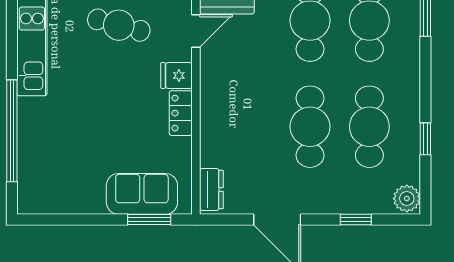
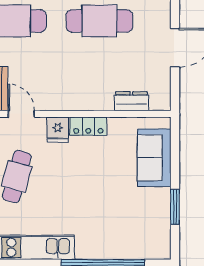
dresser: (211, 190) -> (131, 101), moved
window: (149, 220) -> (175, 207), moved

